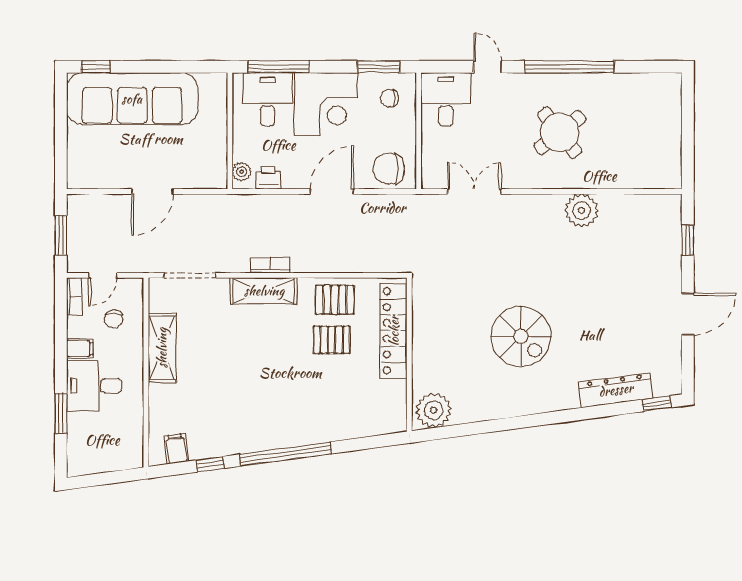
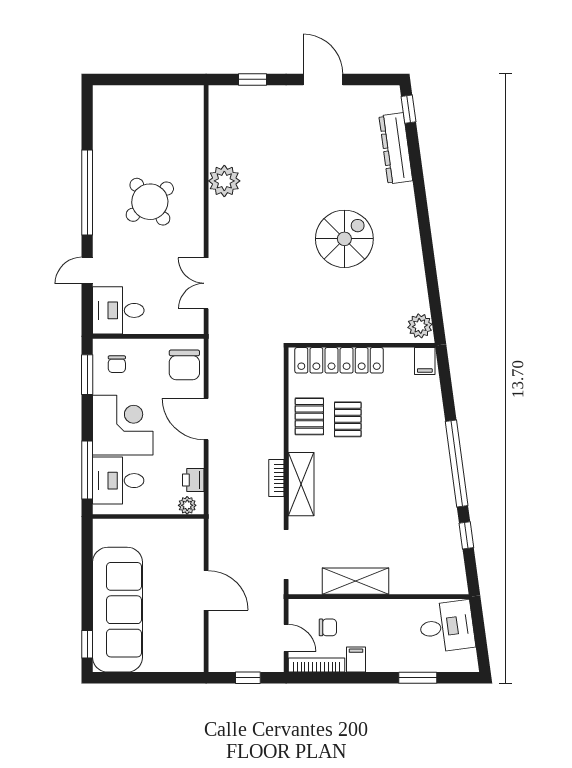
window: (61, 235) -> (248, 678), width x0.67
bookcase: (74, 297) -> (317, 665), width x1.56
desk: (94, 386) -> (447, 627), moved, turned -98
plant: (434, 410) -> (420, 326), width x0.73, depth x0.73
filing cabinet: (176, 449) -> (425, 361), moved, turned -82

